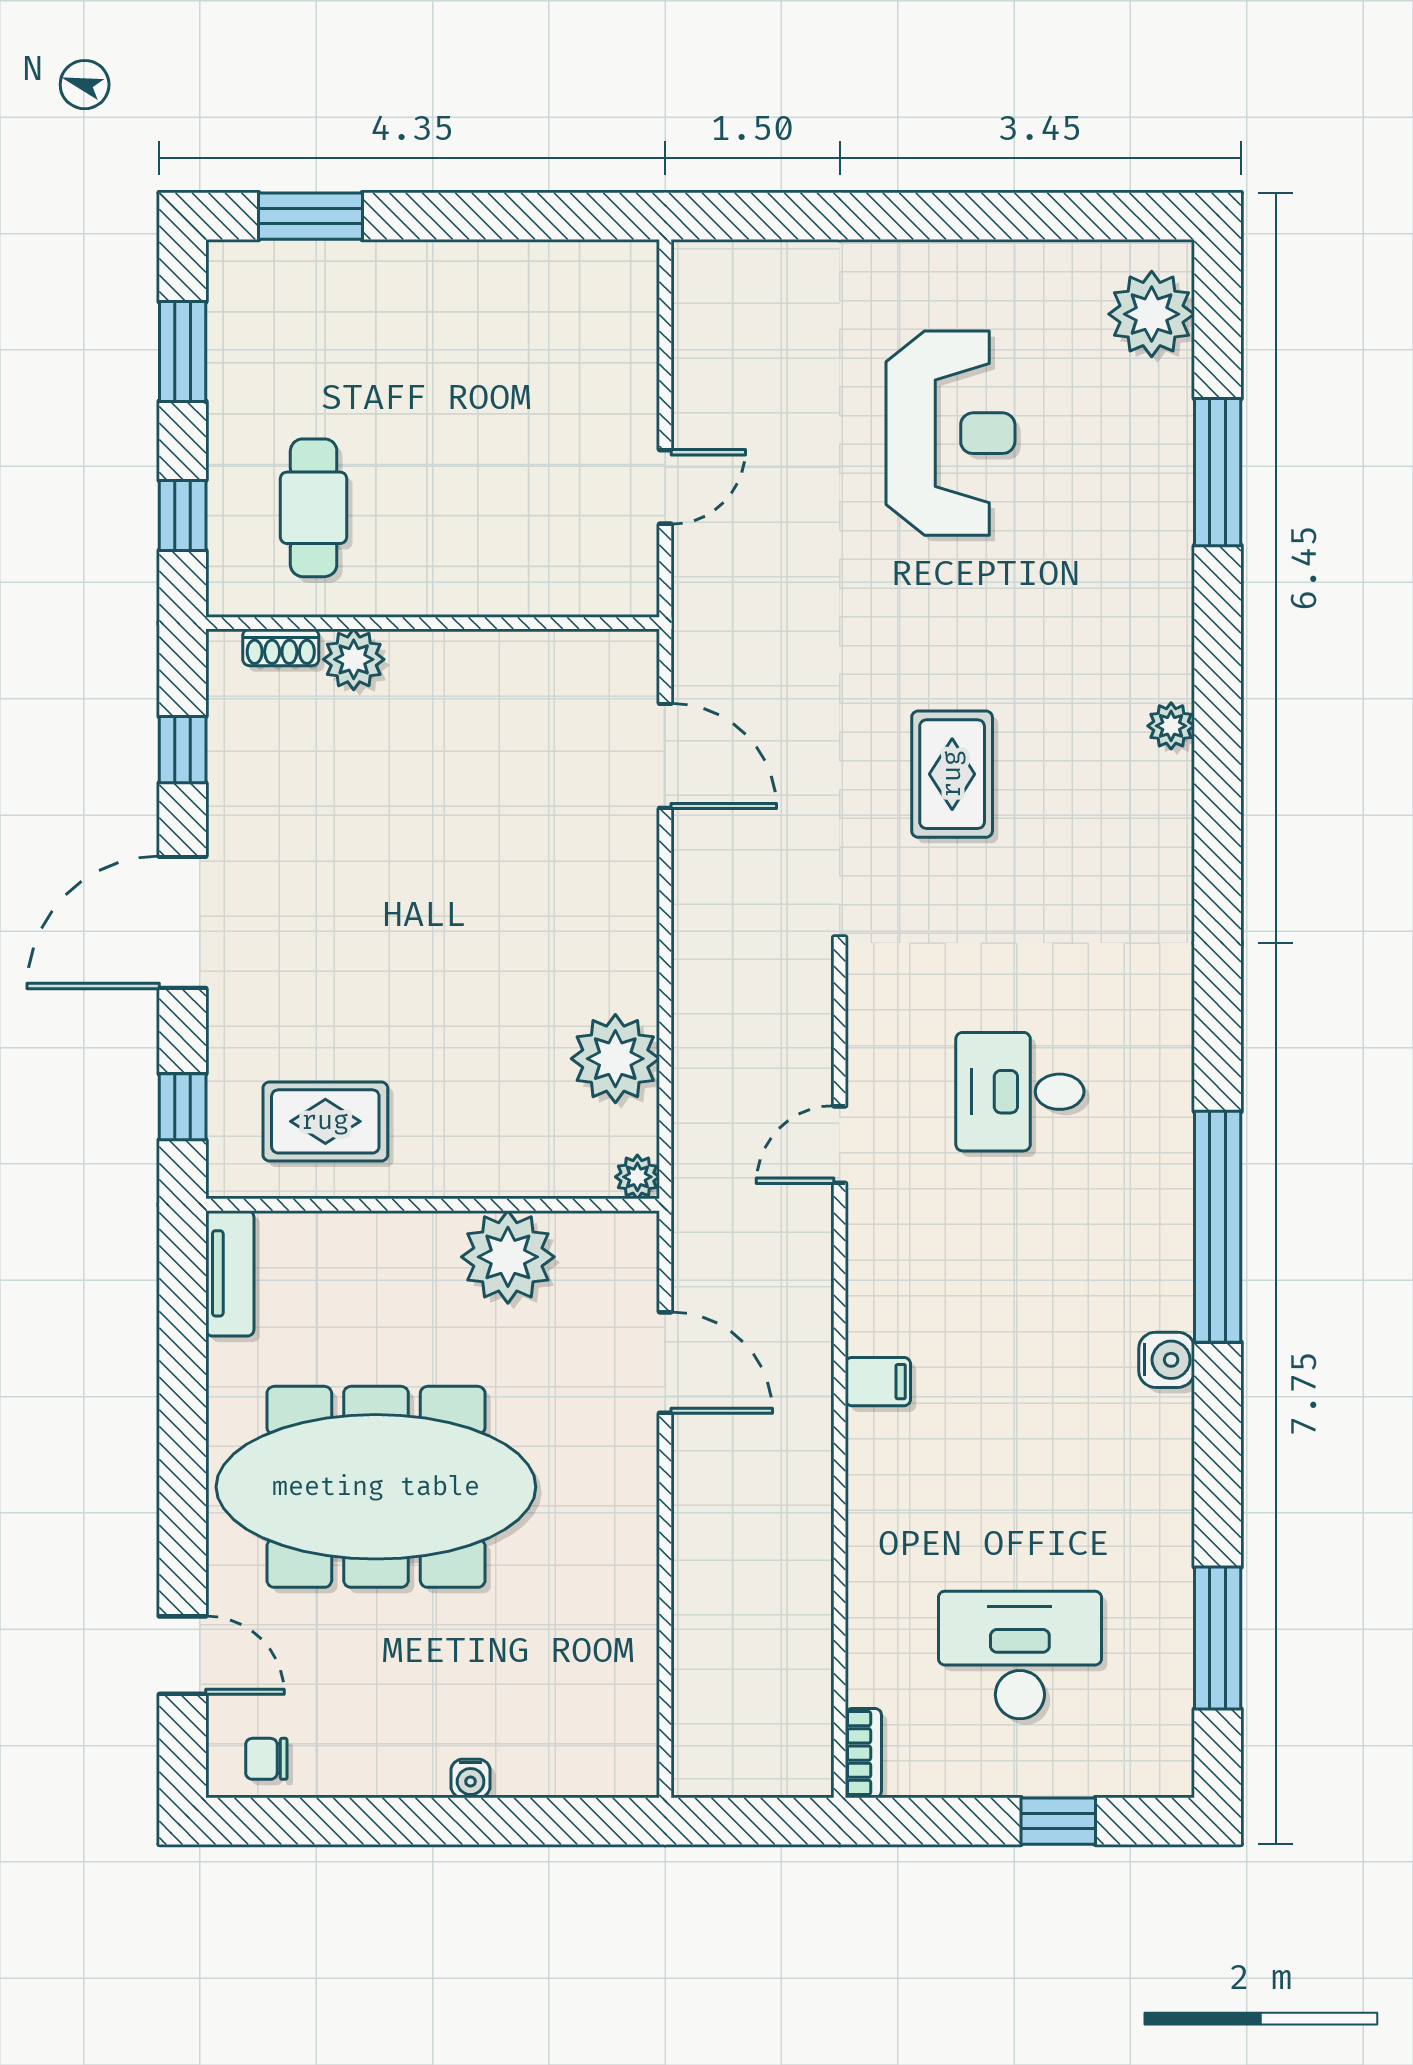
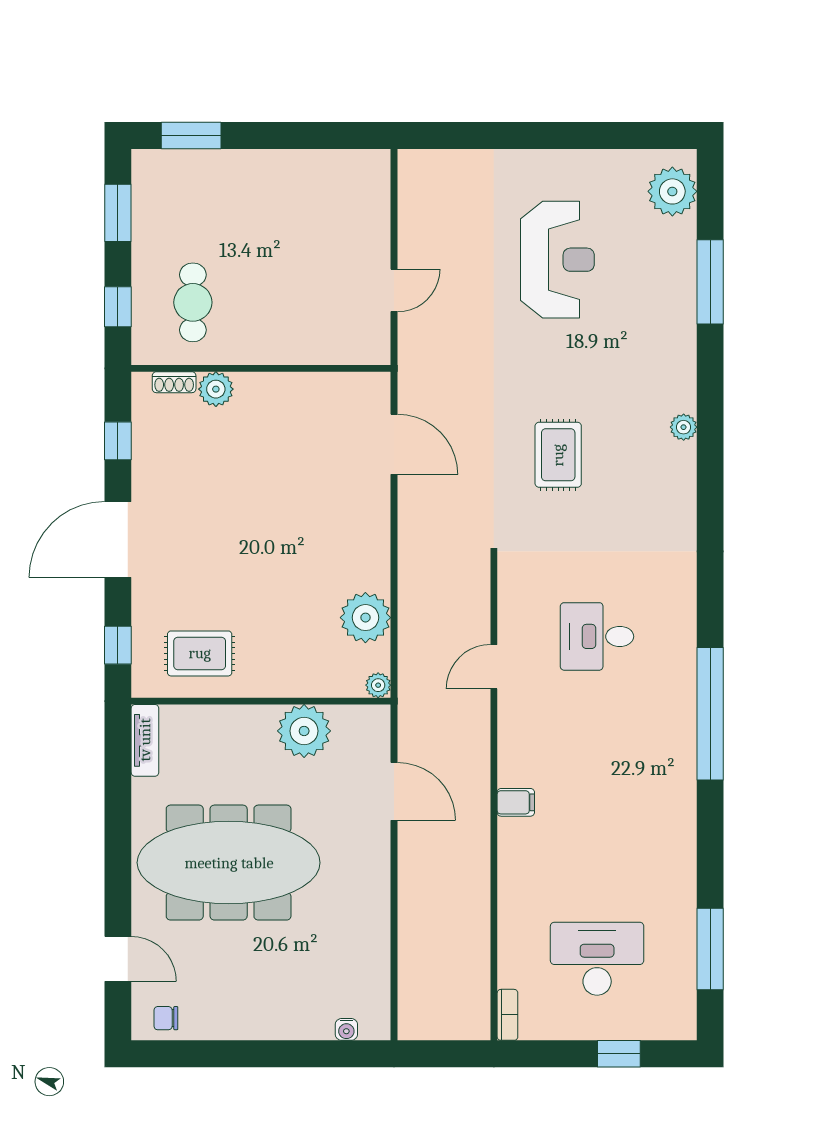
water cooler: (1167, 1360) -> (681, 790), removed
water cooler: (471, 1778) -> (346, 1029), moved

